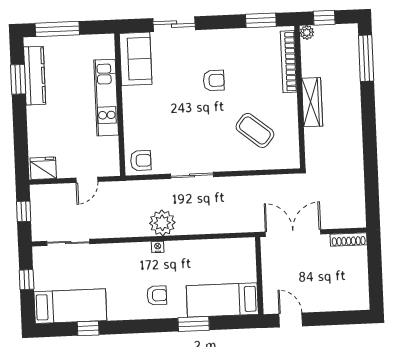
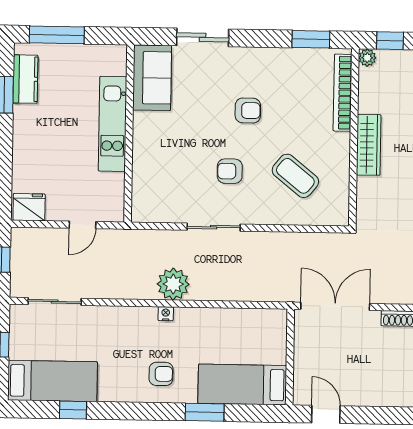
kitchen counter: (35, 76) -> (25, 79), width x0.67
armchair: (141, 160) -> (230, 171), moved, turned 180

